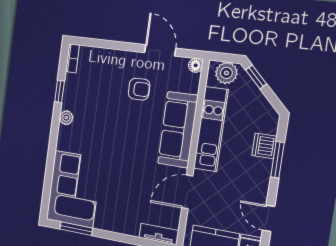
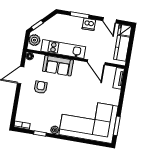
sofa: (178, 130) -> (58, 66), width x0.73
dishwasher: (264, 146) -> (89, 24), moved
corner sofa: (74, 189) -> (88, 120), width x1.36, depth x1.36
door: (268, 218) -> (110, 20), hinge flipped

